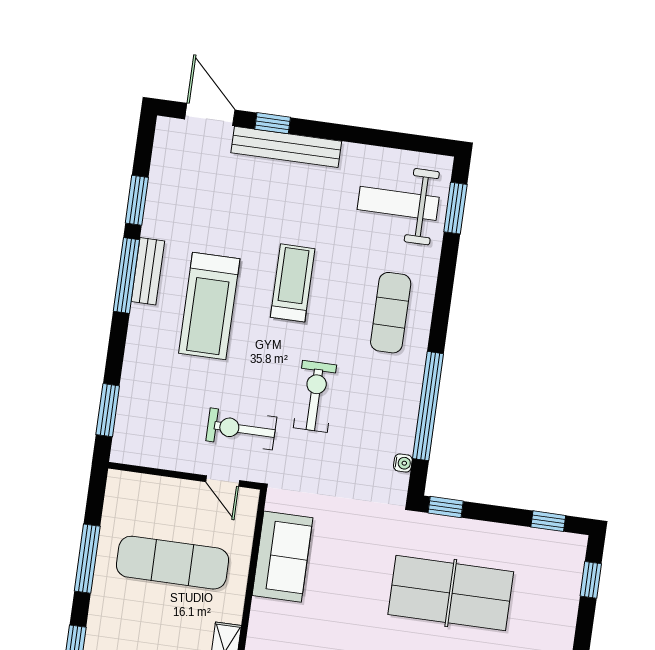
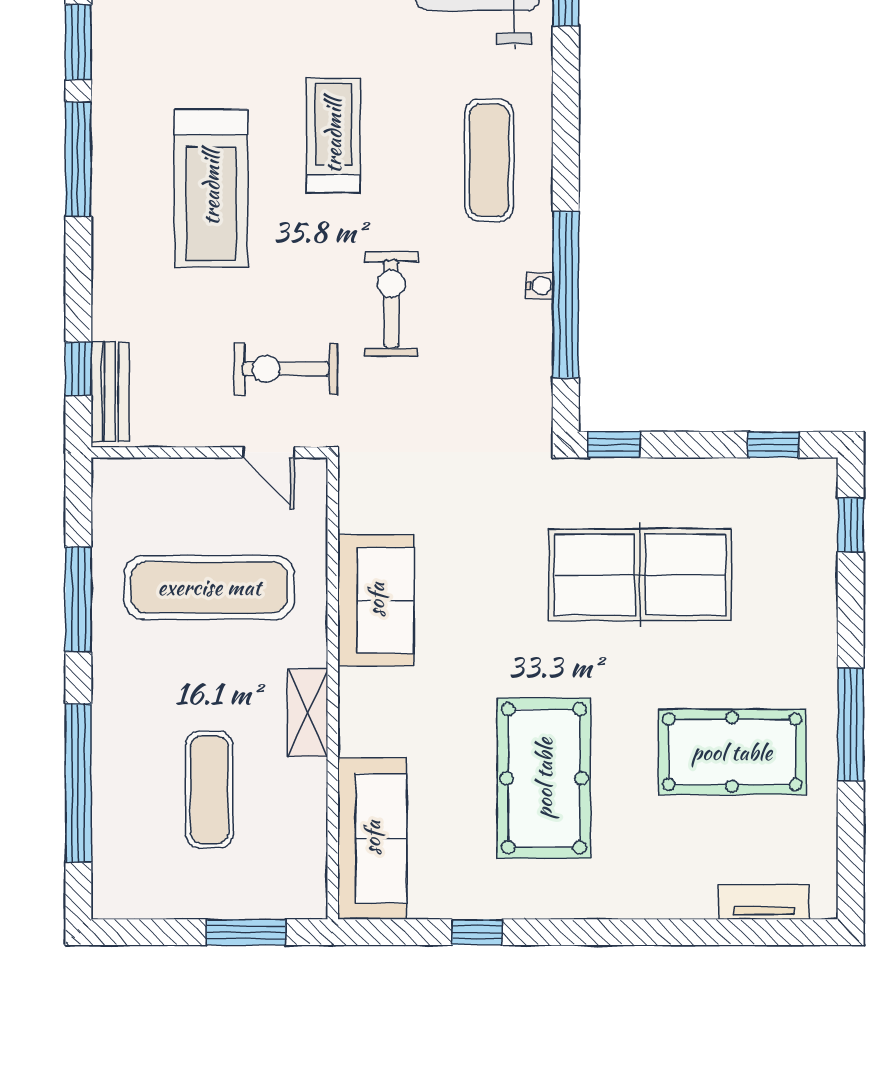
bench: (148, 271) -> (110, 392), moved
window: (108, 410) -> (78, 369), width x0.67
water cooler: (403, 463) -> (540, 286), moved
sofa: (283, 557) -> (376, 600), moved

